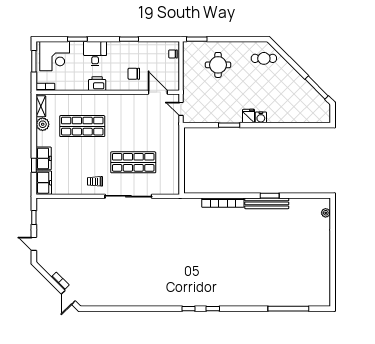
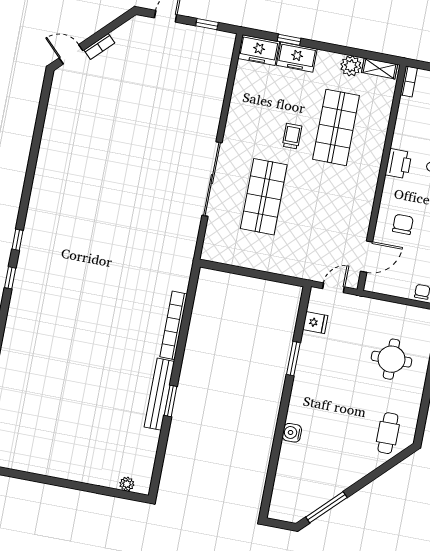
fridge: (249, 116) -> (315, 323), moved
water cooler: (261, 117) -> (292, 433), moved
trolley: (95, 181) -> (292, 136), moved

